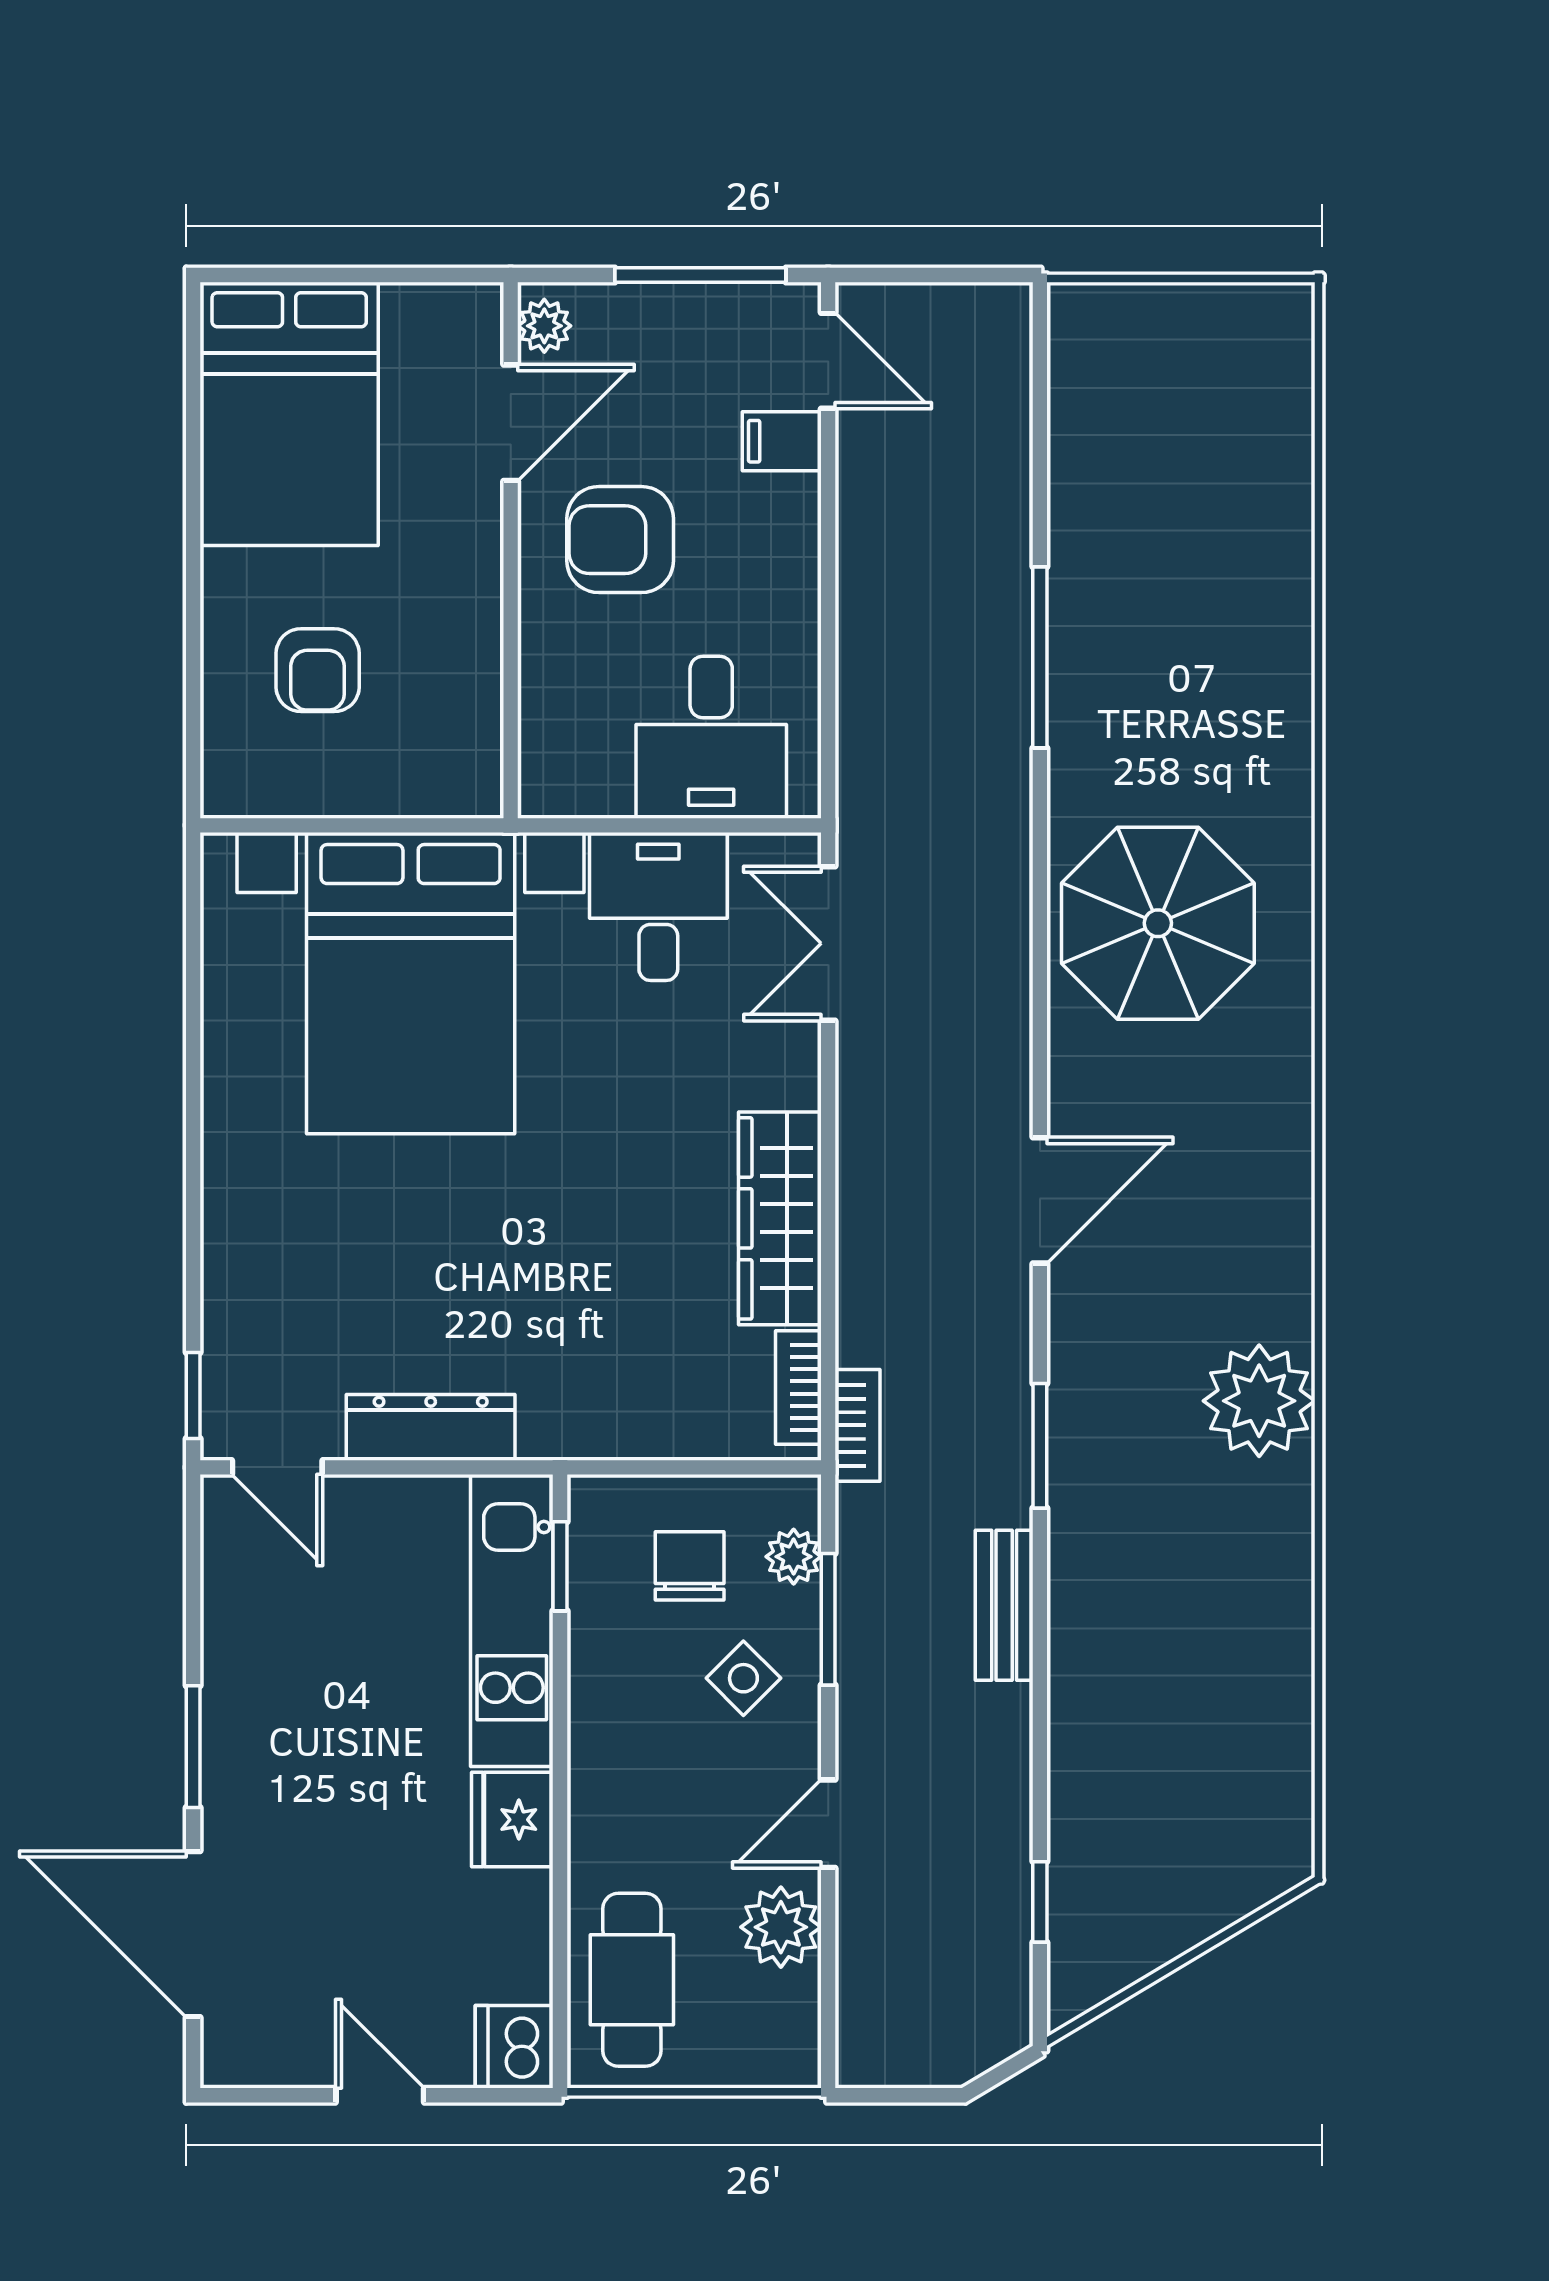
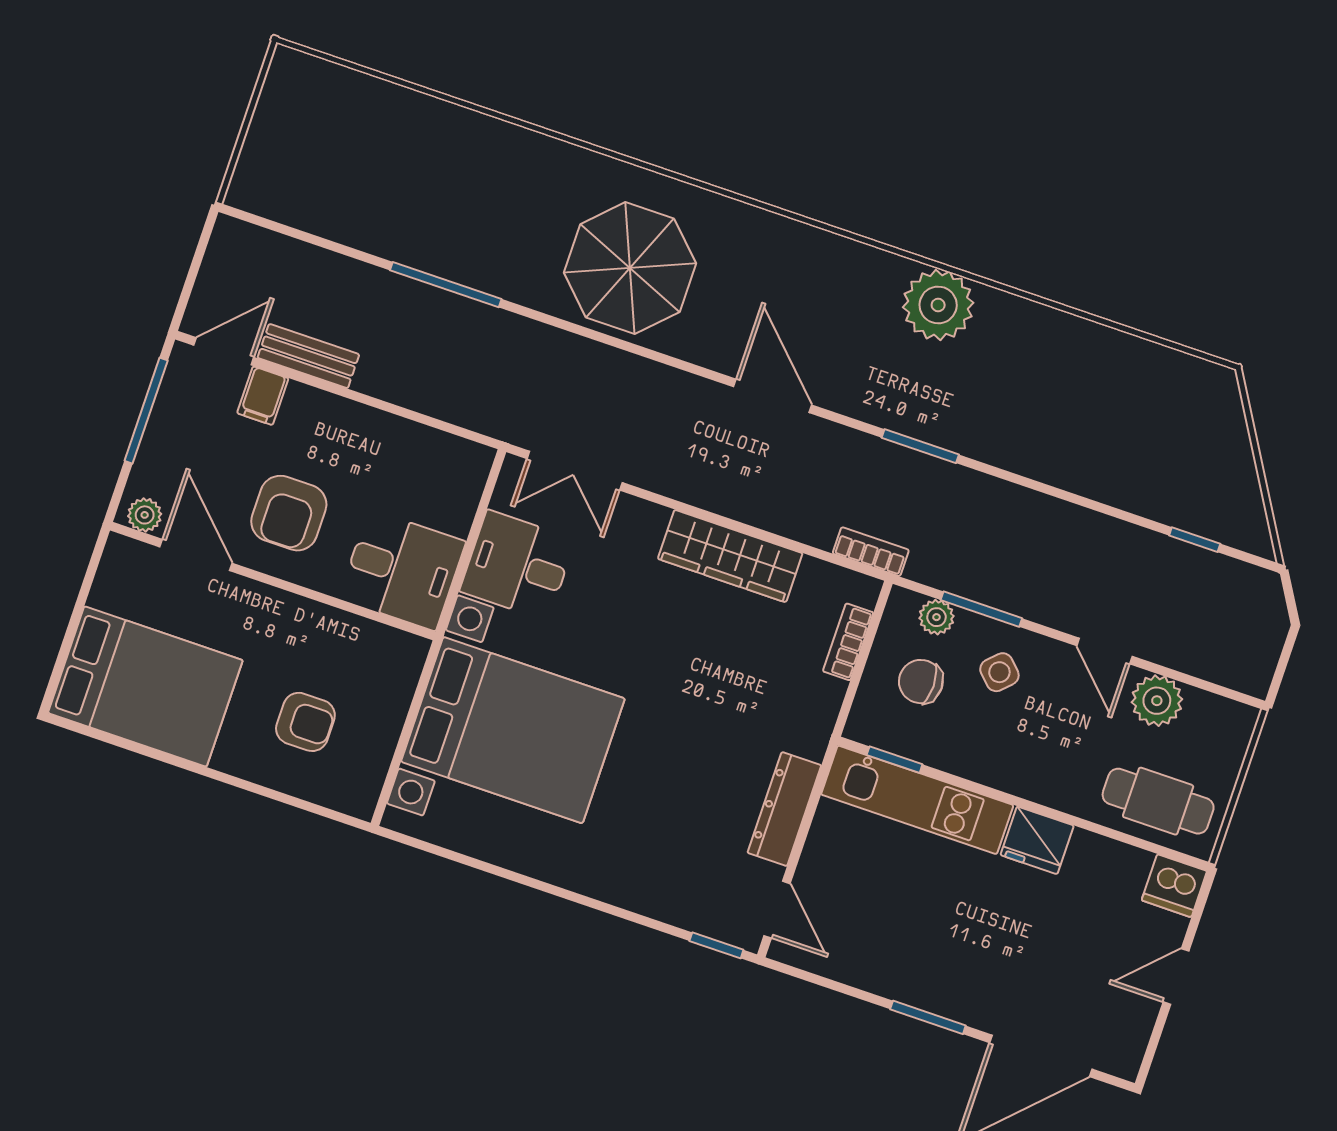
desk: (711, 737) -> (402, 570), moved
bookcase: (798, 1388) -> (848, 642), moved, turned 90
door: (277, 1467) -> (777, 910), hinge flipped
bench: (1004, 1605) -> (308, 356), moved

